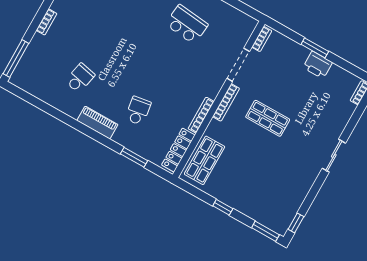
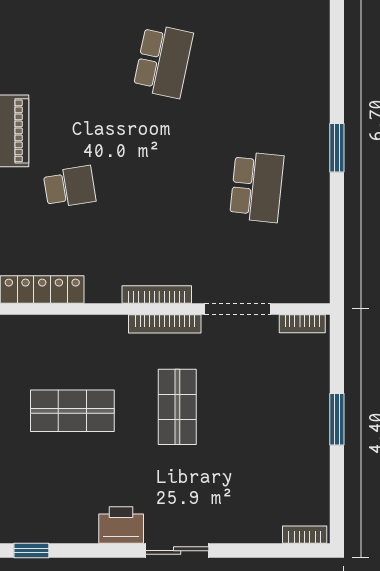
printer: (318, 65) -> (121, 525), moved, turned 90
school desk: (80, 78) -> (163, 61), moved, width x1.85
bookcase: (201, 115) -> (157, 294), moved
shop shelf: (205, 160) -> (72, 411), moved

